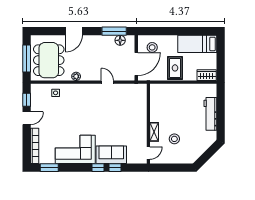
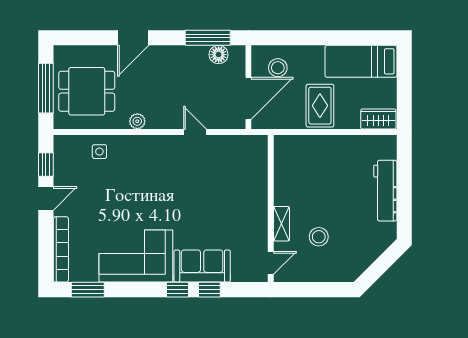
dining table: (49, 60) -> (87, 91), width x0.73

